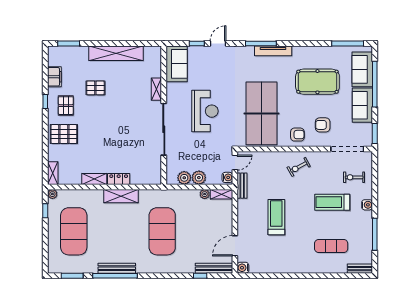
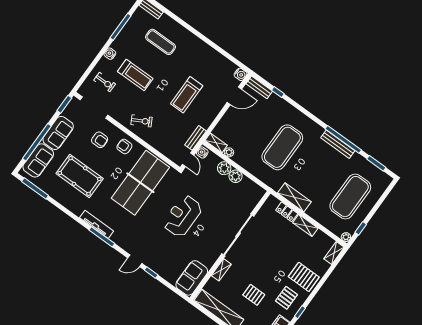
sofa: (177, 64) -> (192, 278), moved
shelving: (156, 89) -> (221, 270), moved
wall: (164, 115) -> (230, 246), moved
sliding door: (164, 129) -> (238, 235), moved
door: (235, 163) -> (188, 160), swing flipped
bench: (214, 268) -> (259, 87), width x0.73

